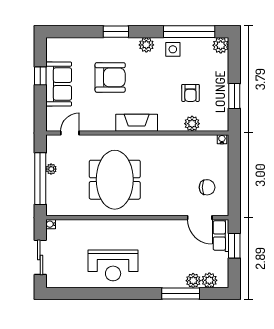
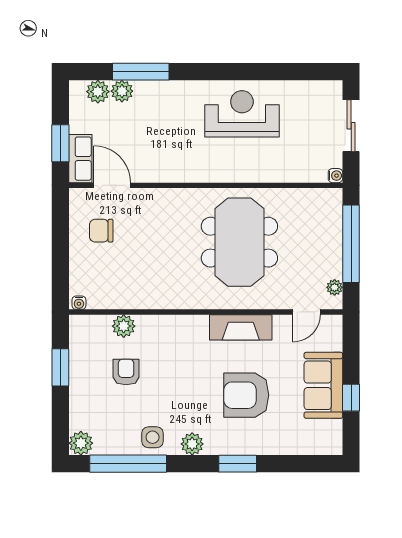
fireplace: (137, 123) -> (241, 327), moved
plant: (51, 169) -> (335, 287), moved

